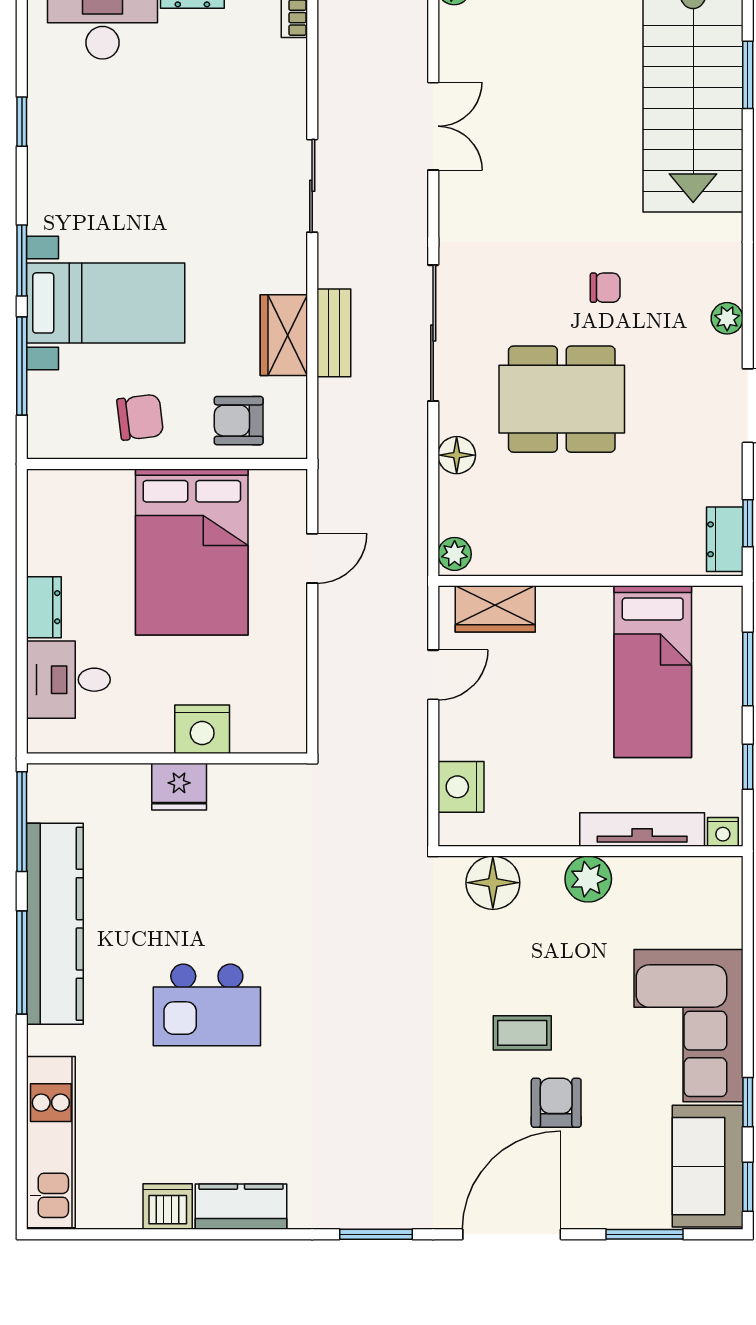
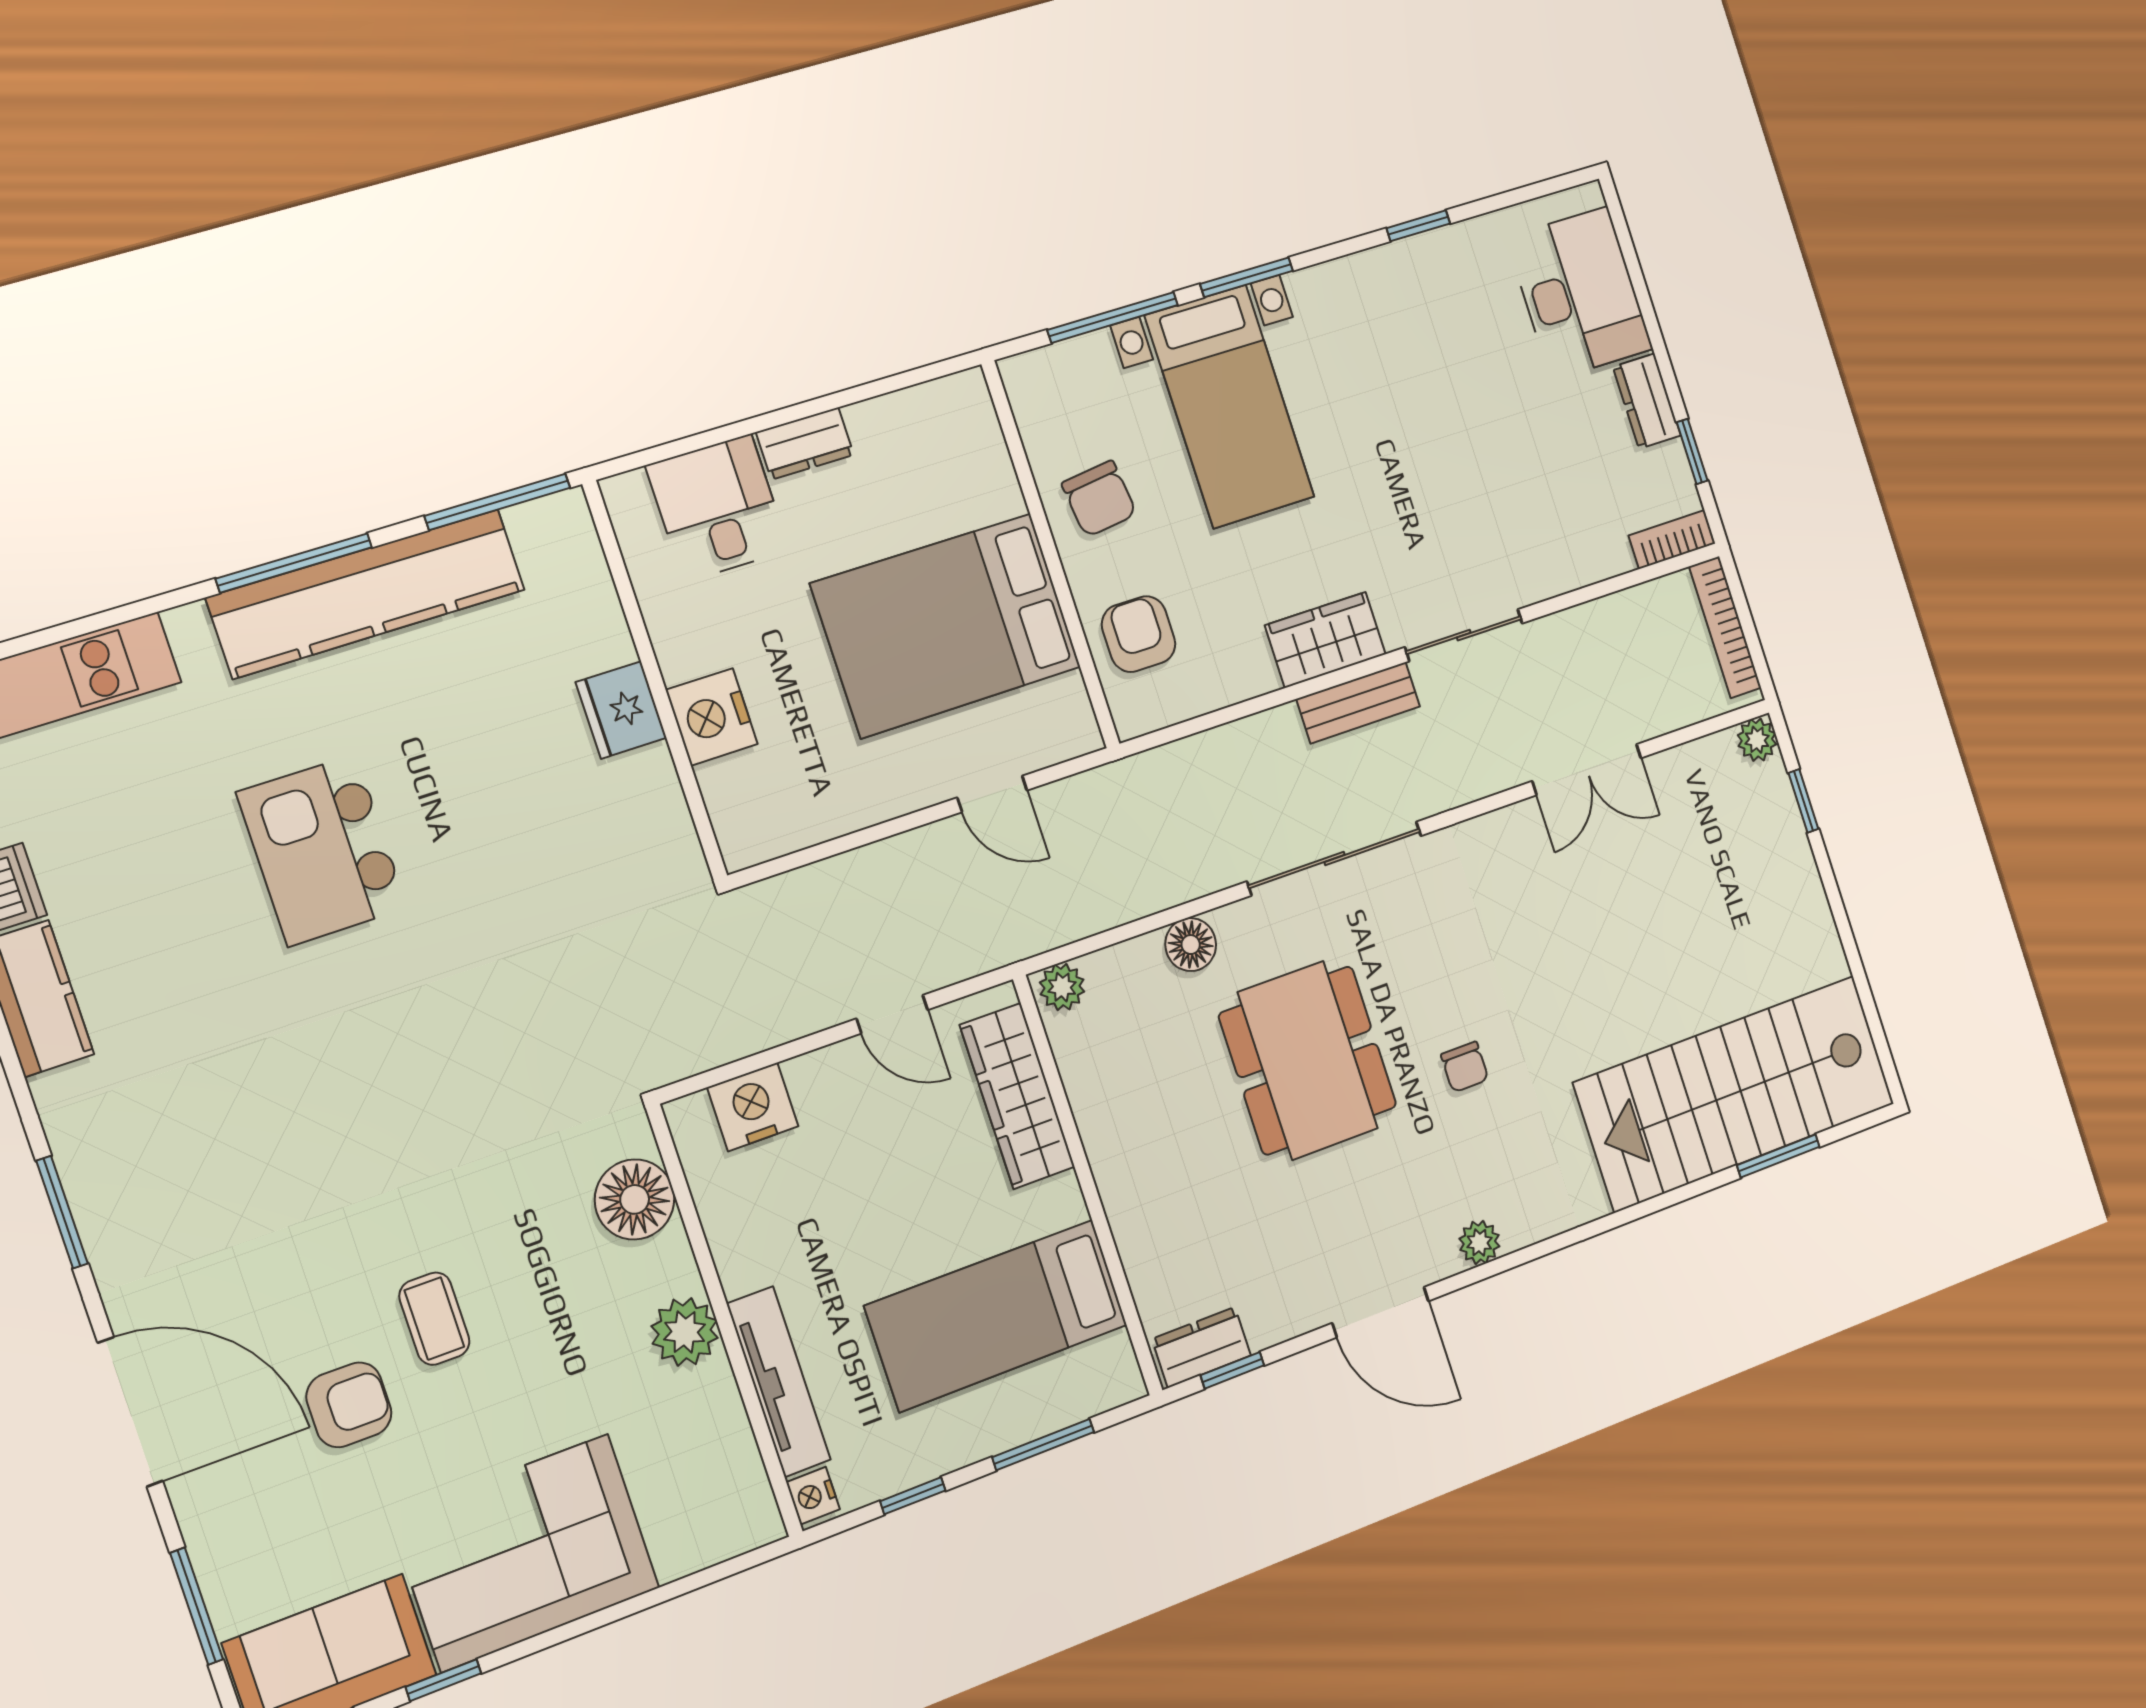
bench: (334, 333) -> (1358, 703), moved
wardrobe: (284, 335) -> (1325, 640), moved
wardrobe: (495, 609) -> (1017, 1096), width x1.50

